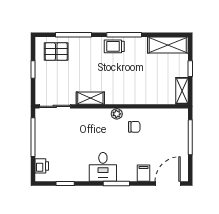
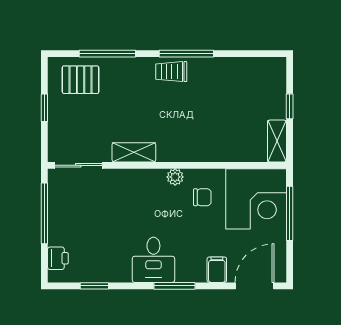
shelving: (168, 45) -> (255, 70), removed
corner desk: (169, 128) -> (256, 199), added

